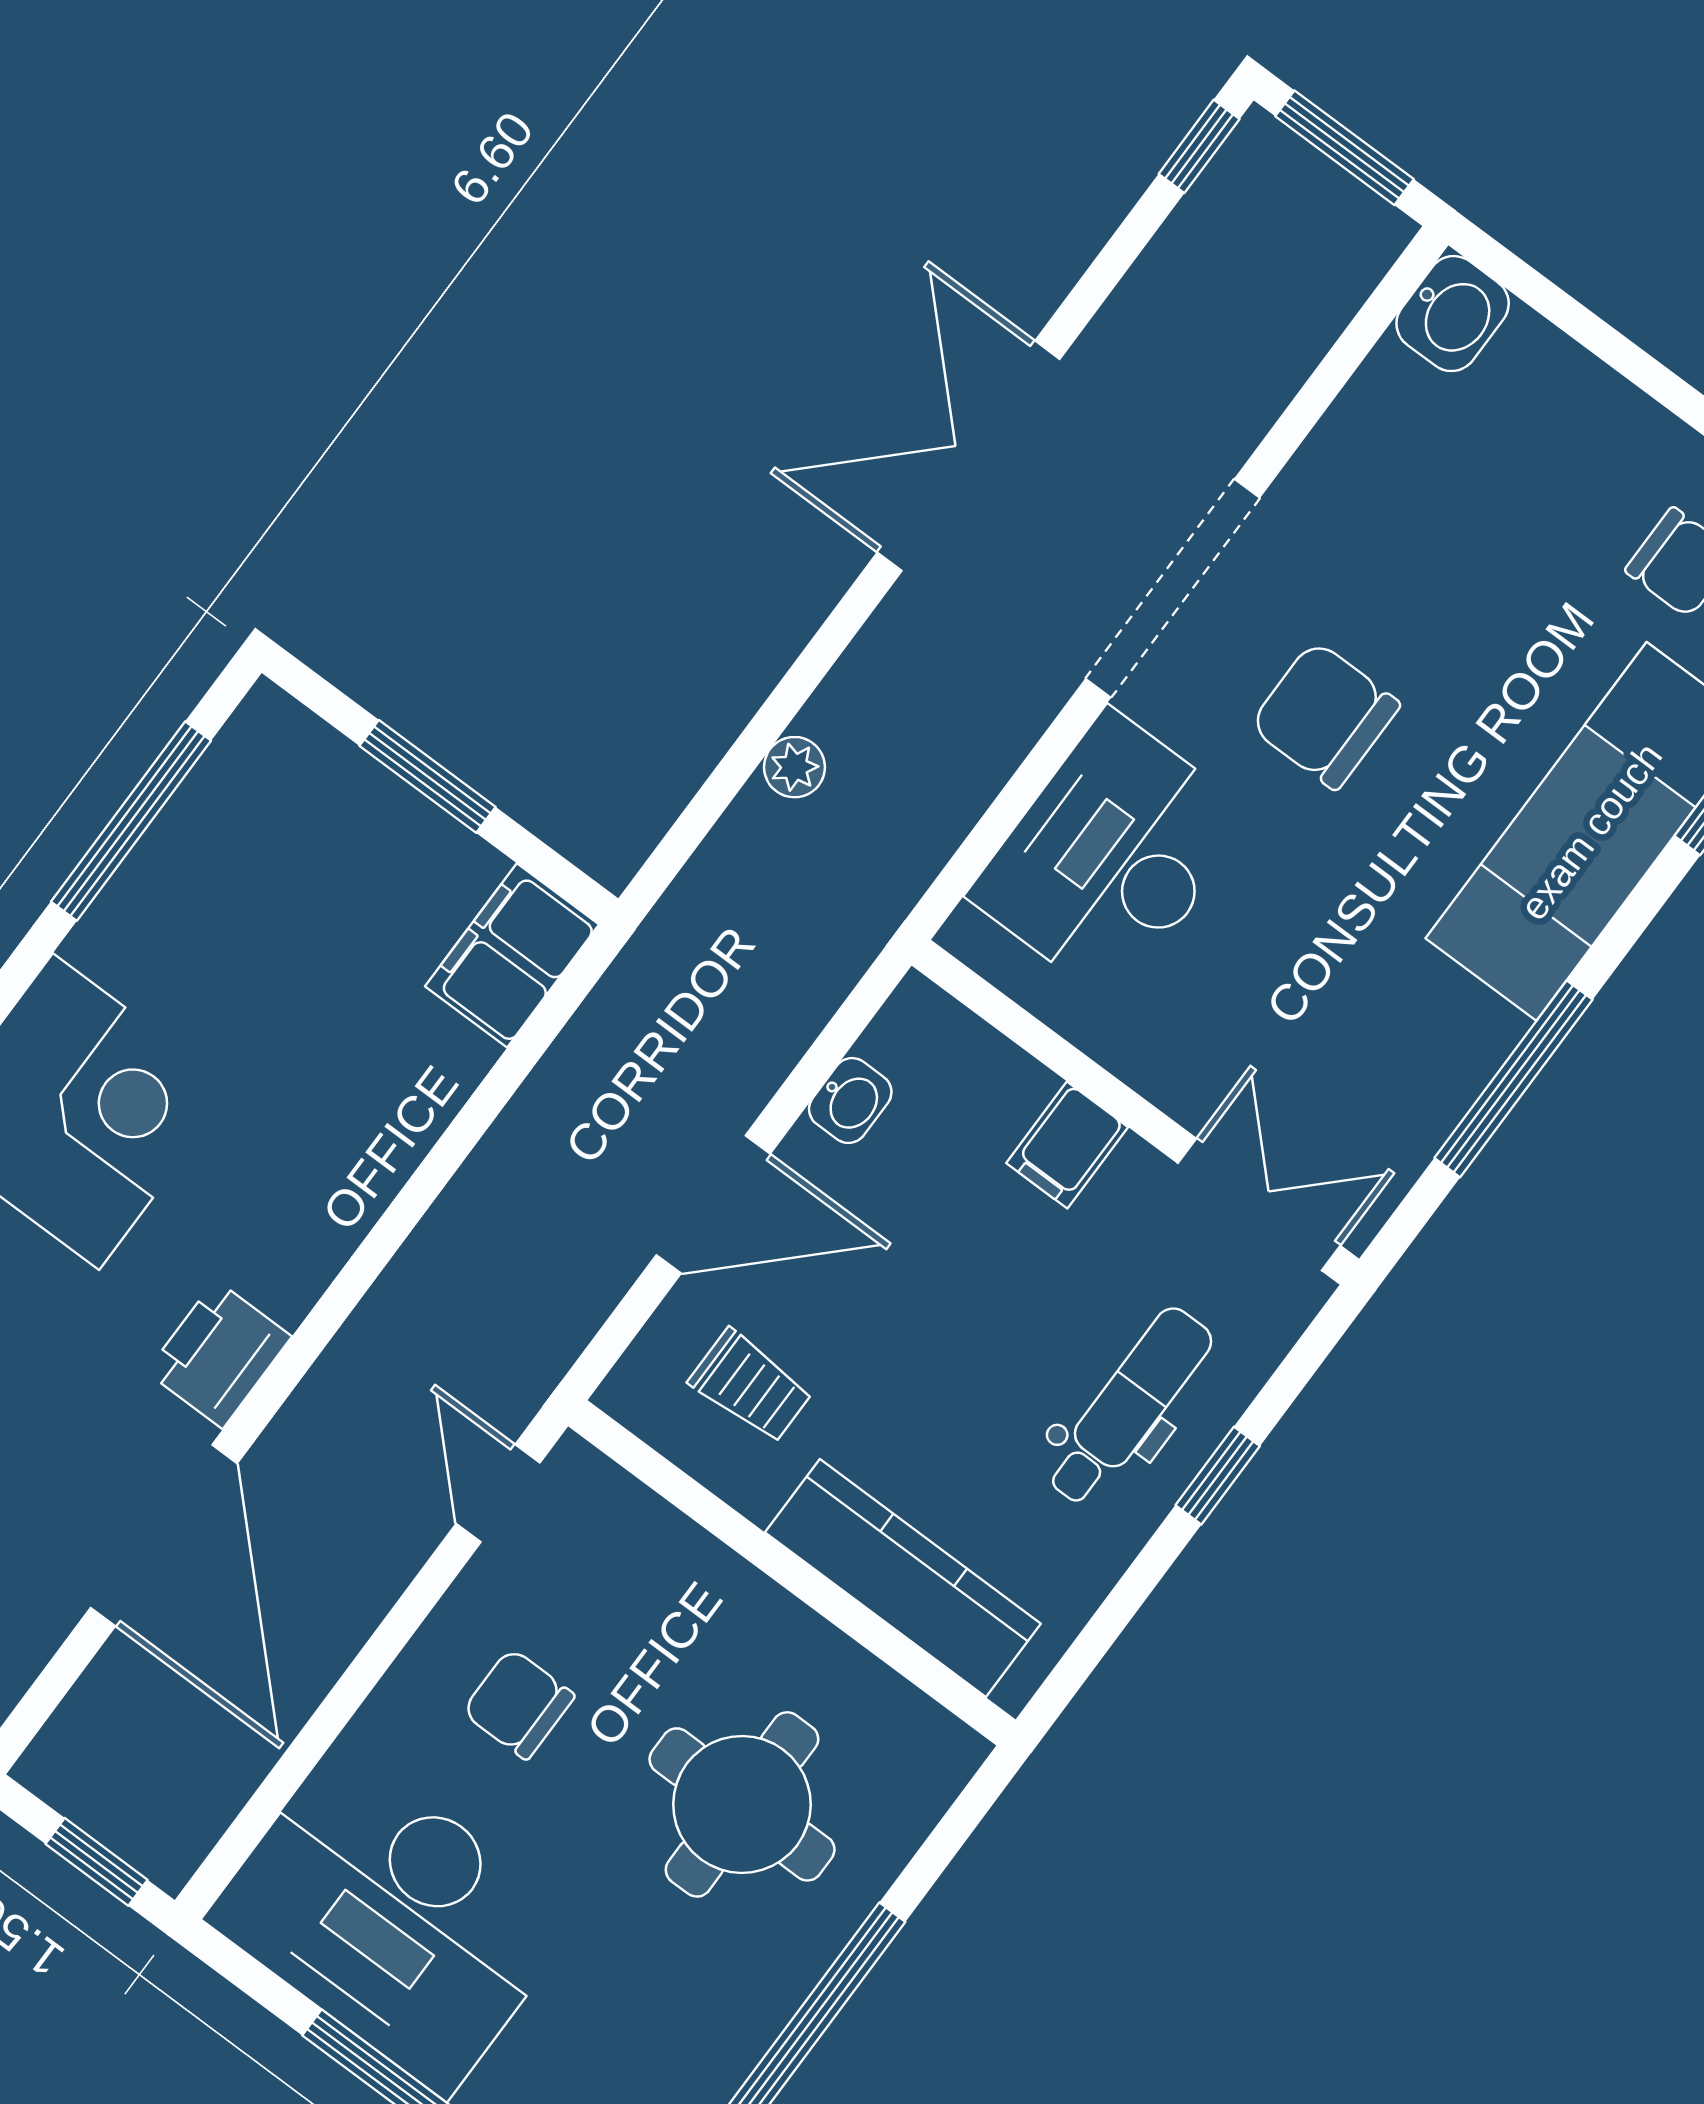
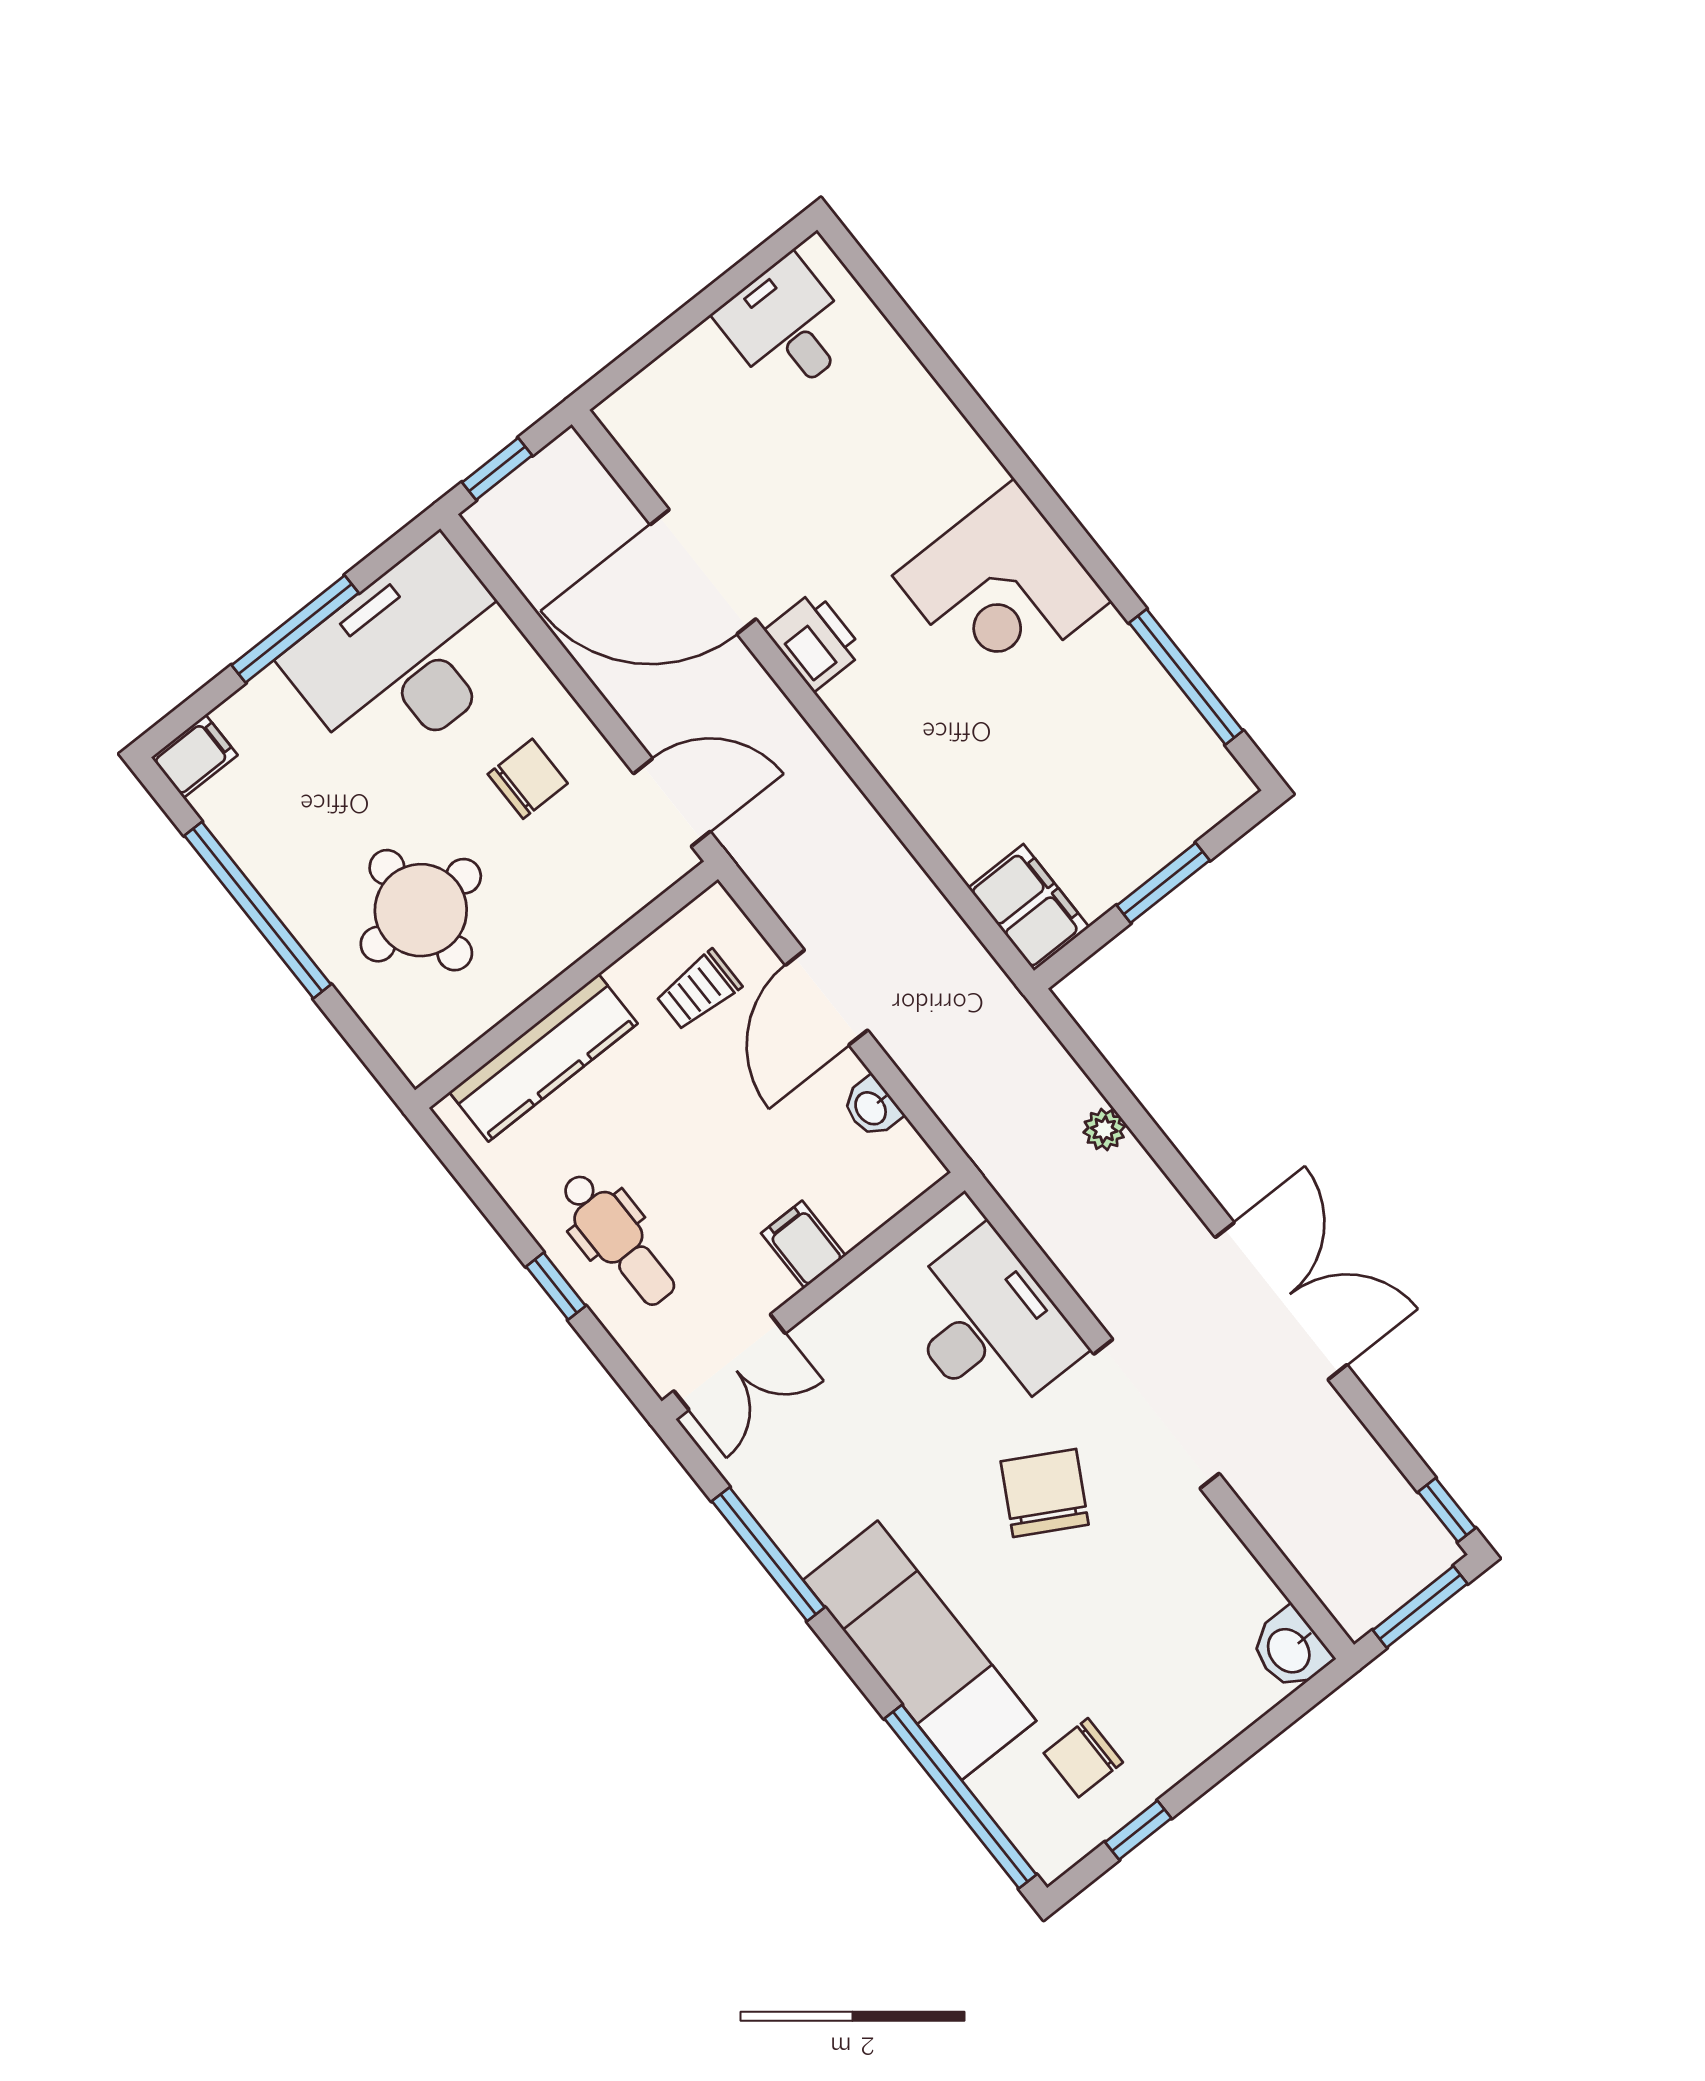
chair: (1325, 715) -> (1045, 1493), turned -61
door: (498, 1493) -> (672, 803), width x1.38

